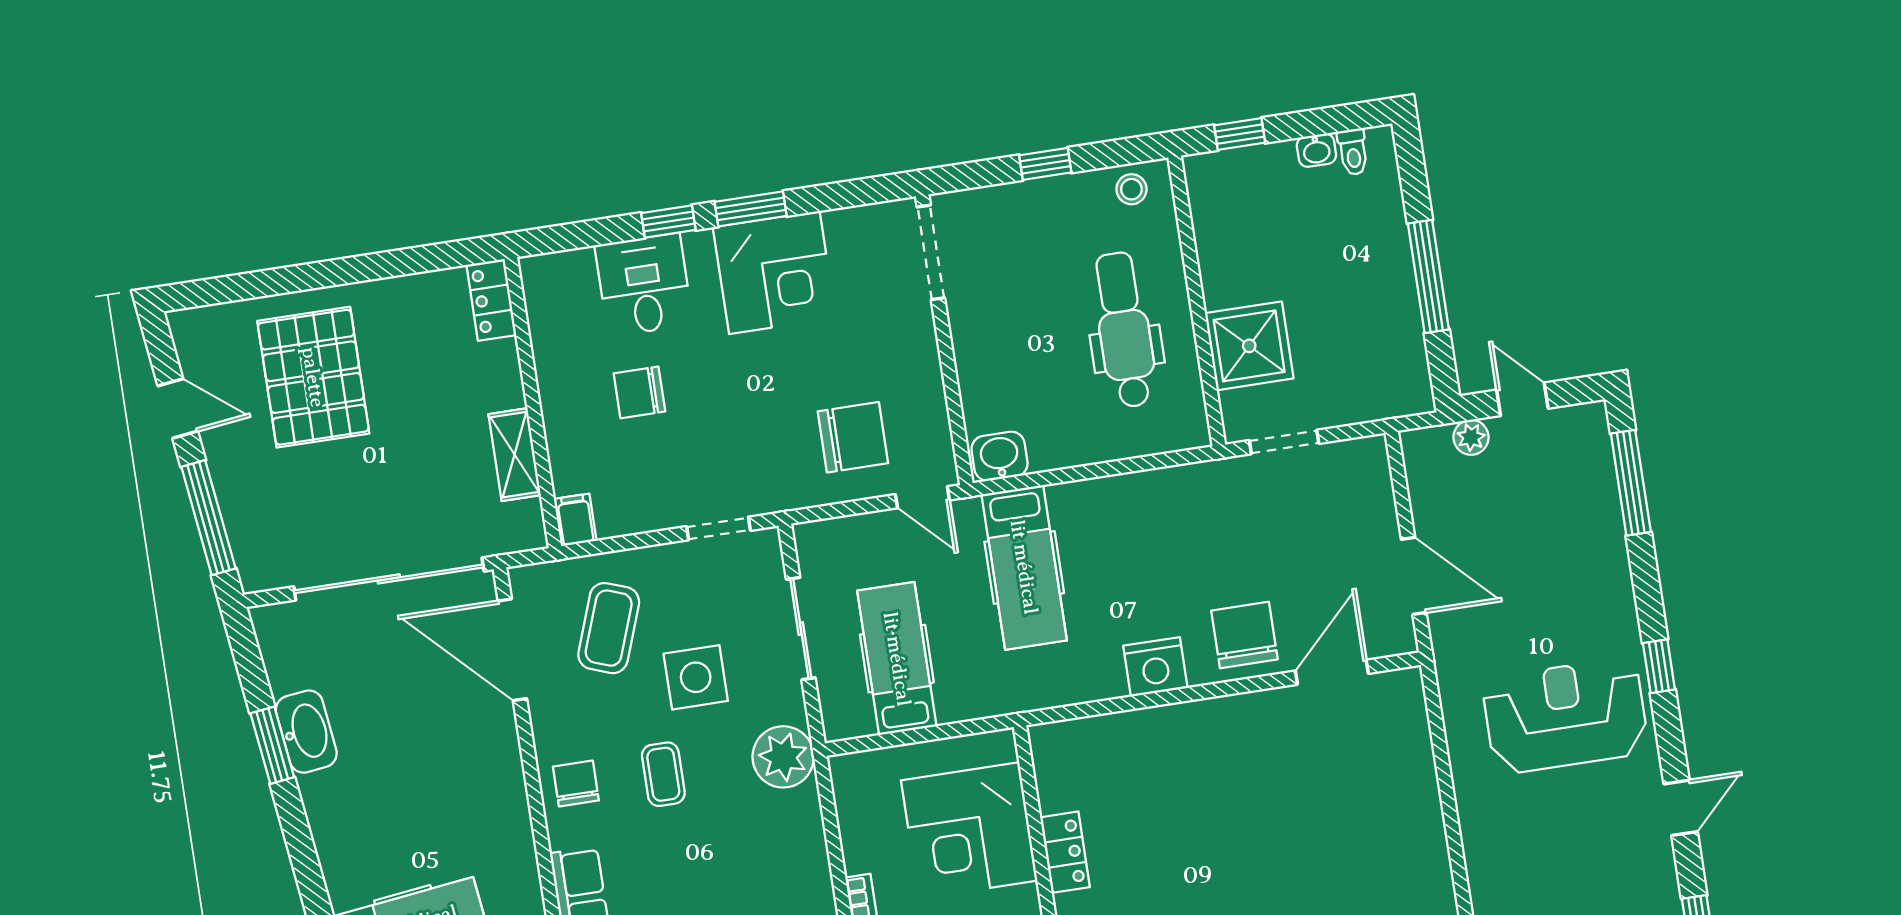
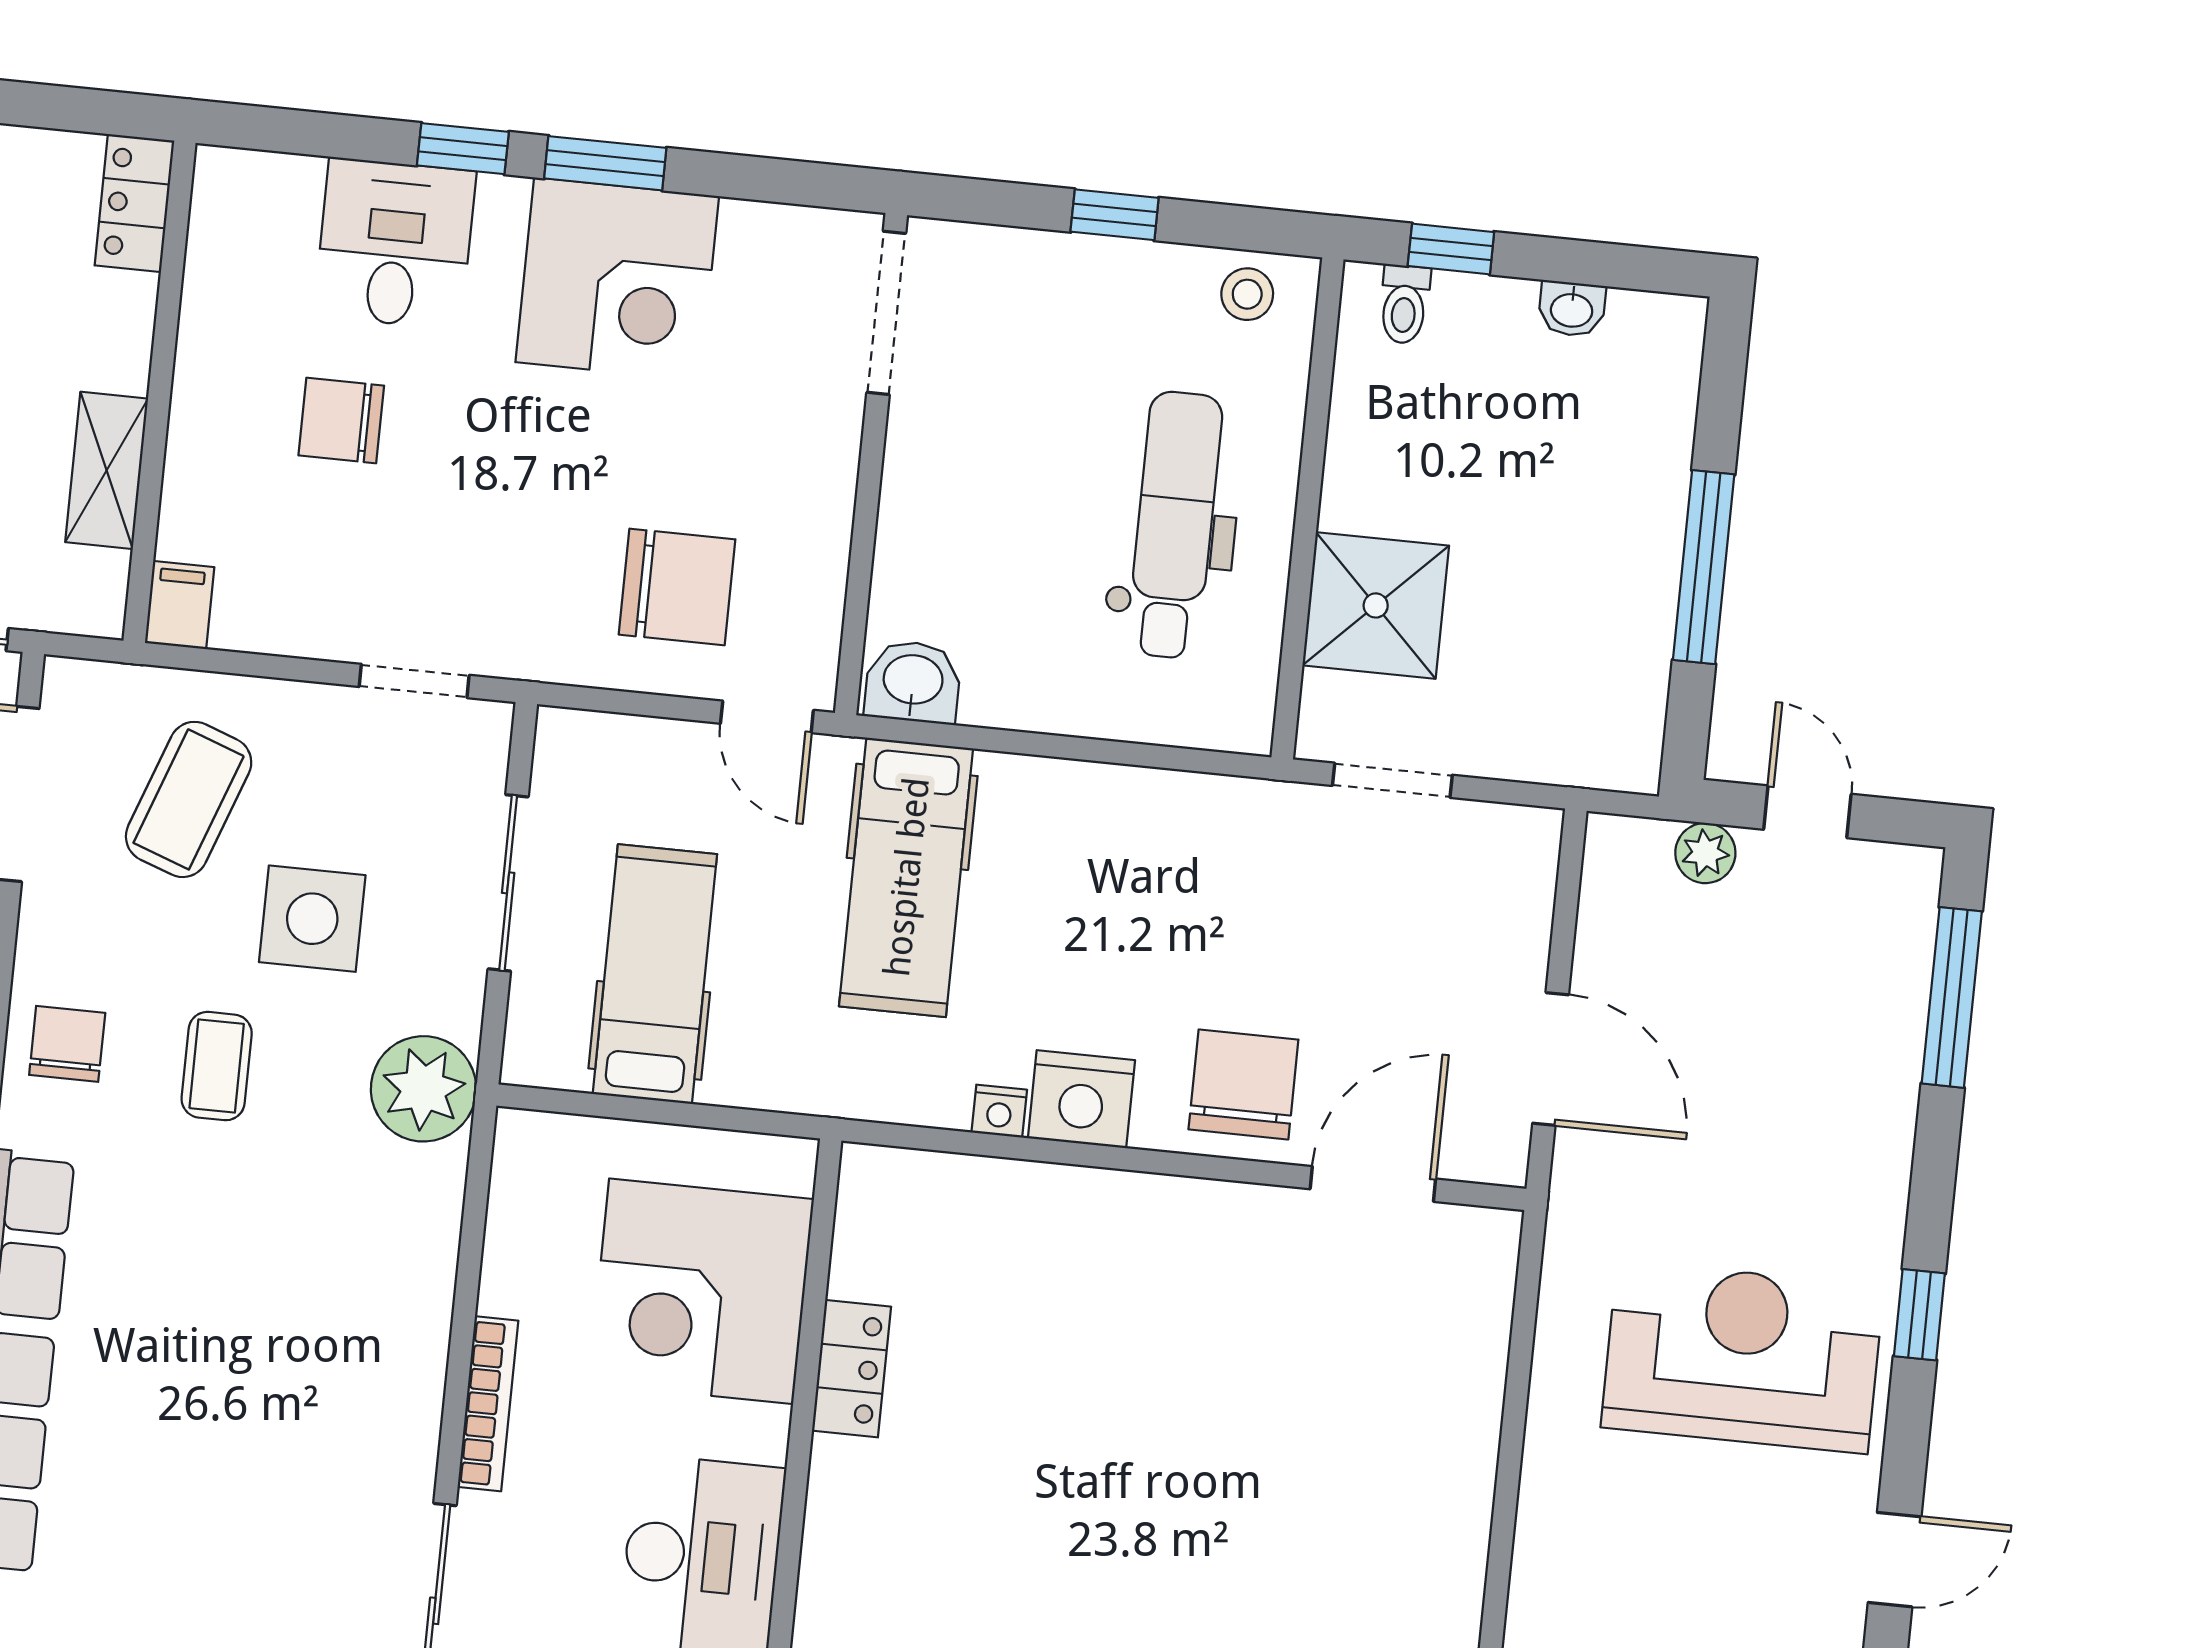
toilet: (1353, 152) -> (1404, 304), moved
nightstand: (1111, 686) -> (999, 1111), added

